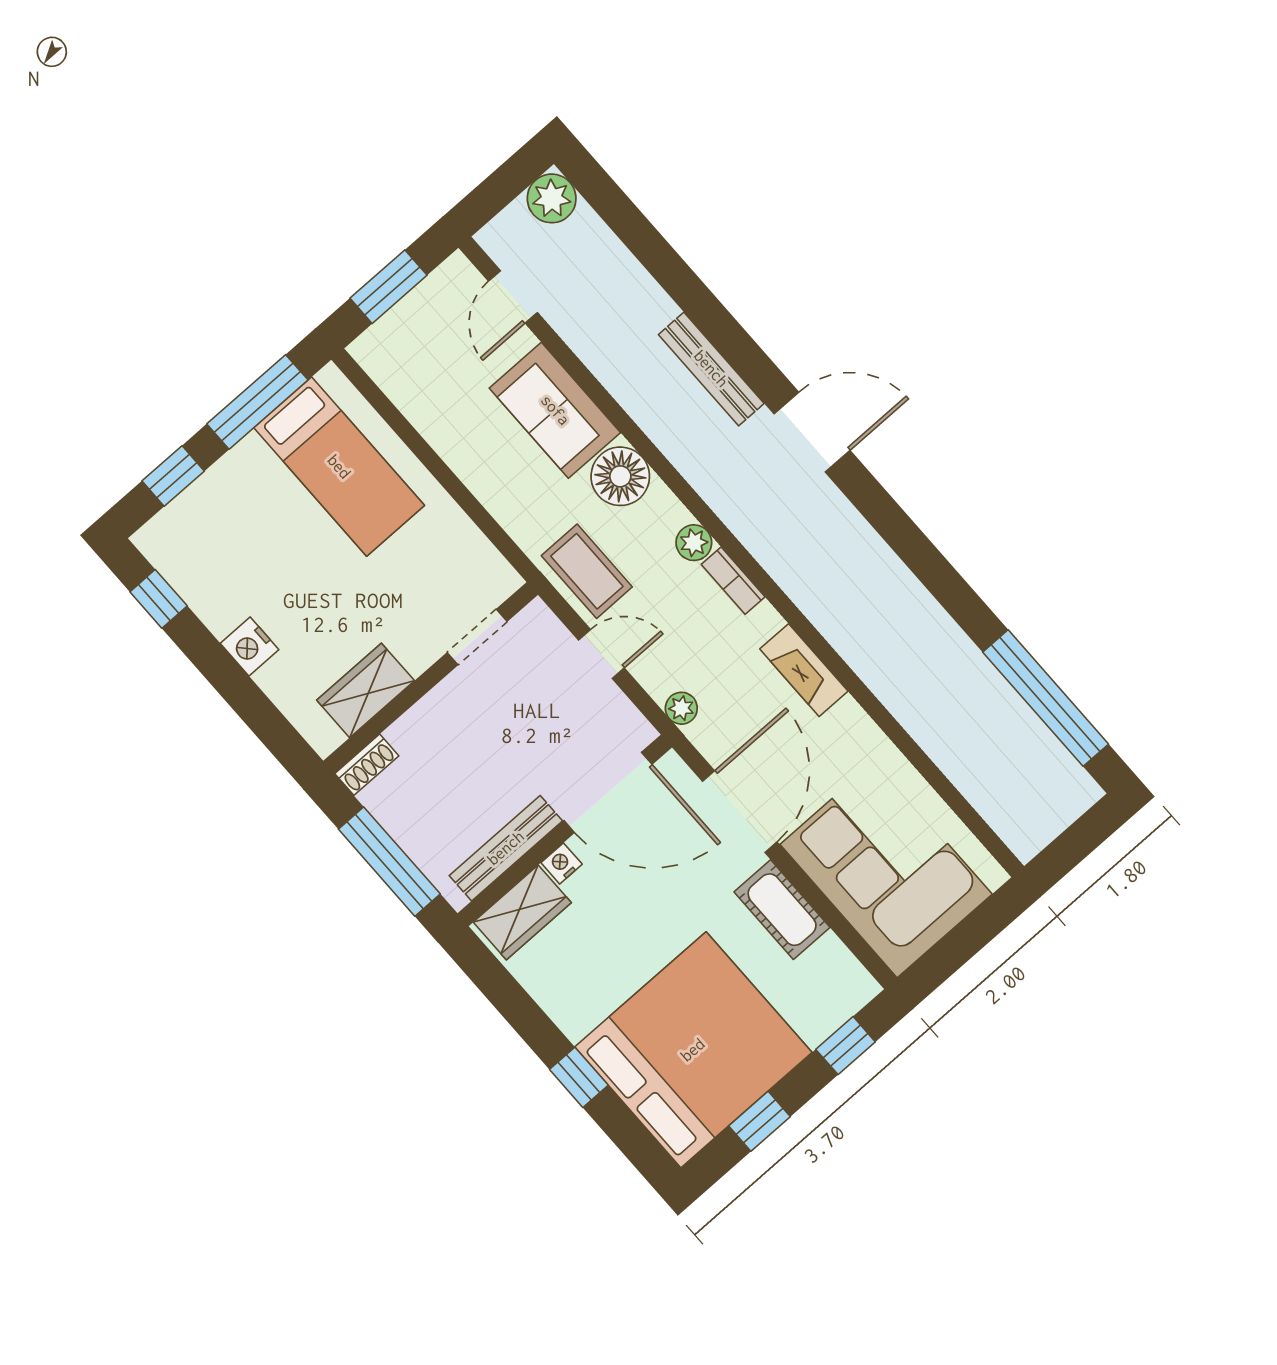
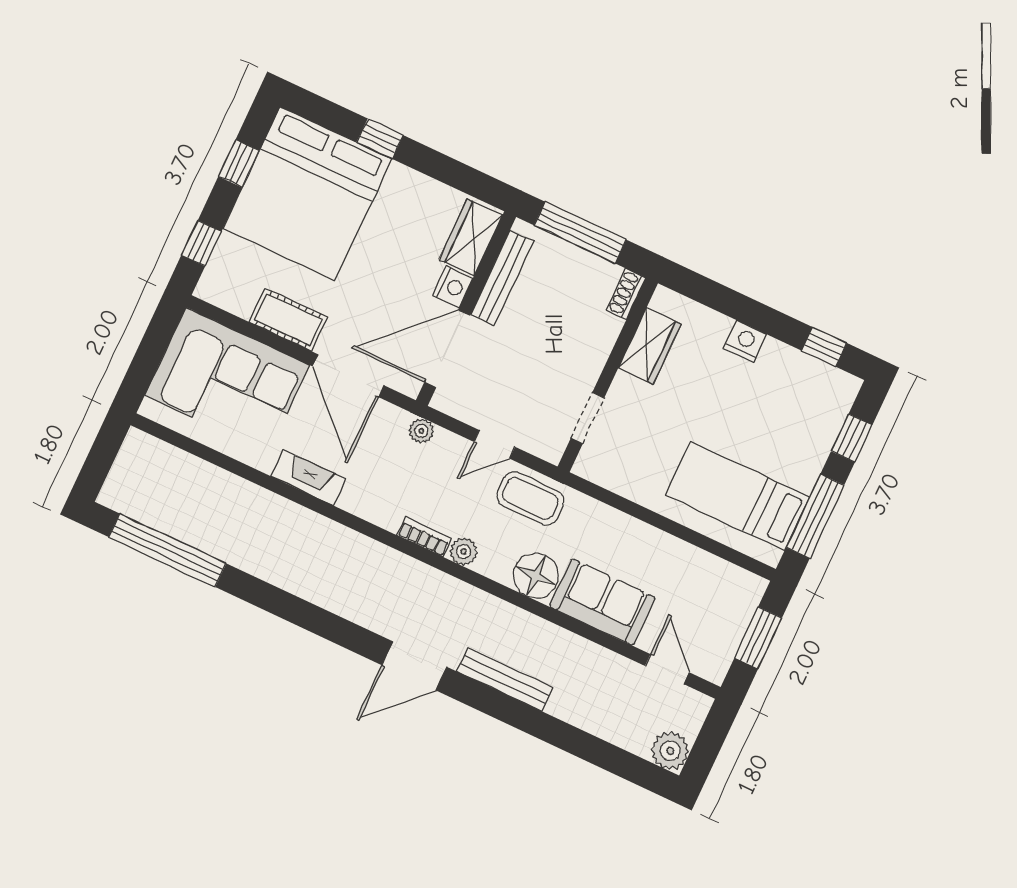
fireplace: (804, 670) -> (308, 478), moved
nightstand: (562, 863) -> (453, 287), width x1.39, depth x1.35

